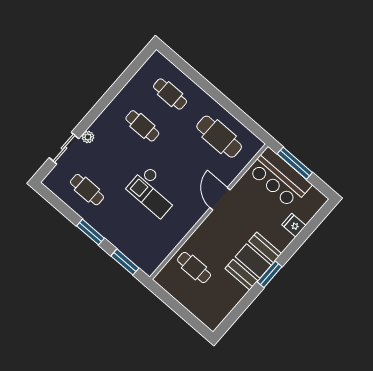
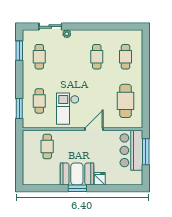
checkout: (153, 192) -> (68, 109), moved
fridge: (294, 225) -> (100, 179), moved
window: (91, 232) -> (19, 51), moved
cafe table: (136, 232) -> (39, 101), added

